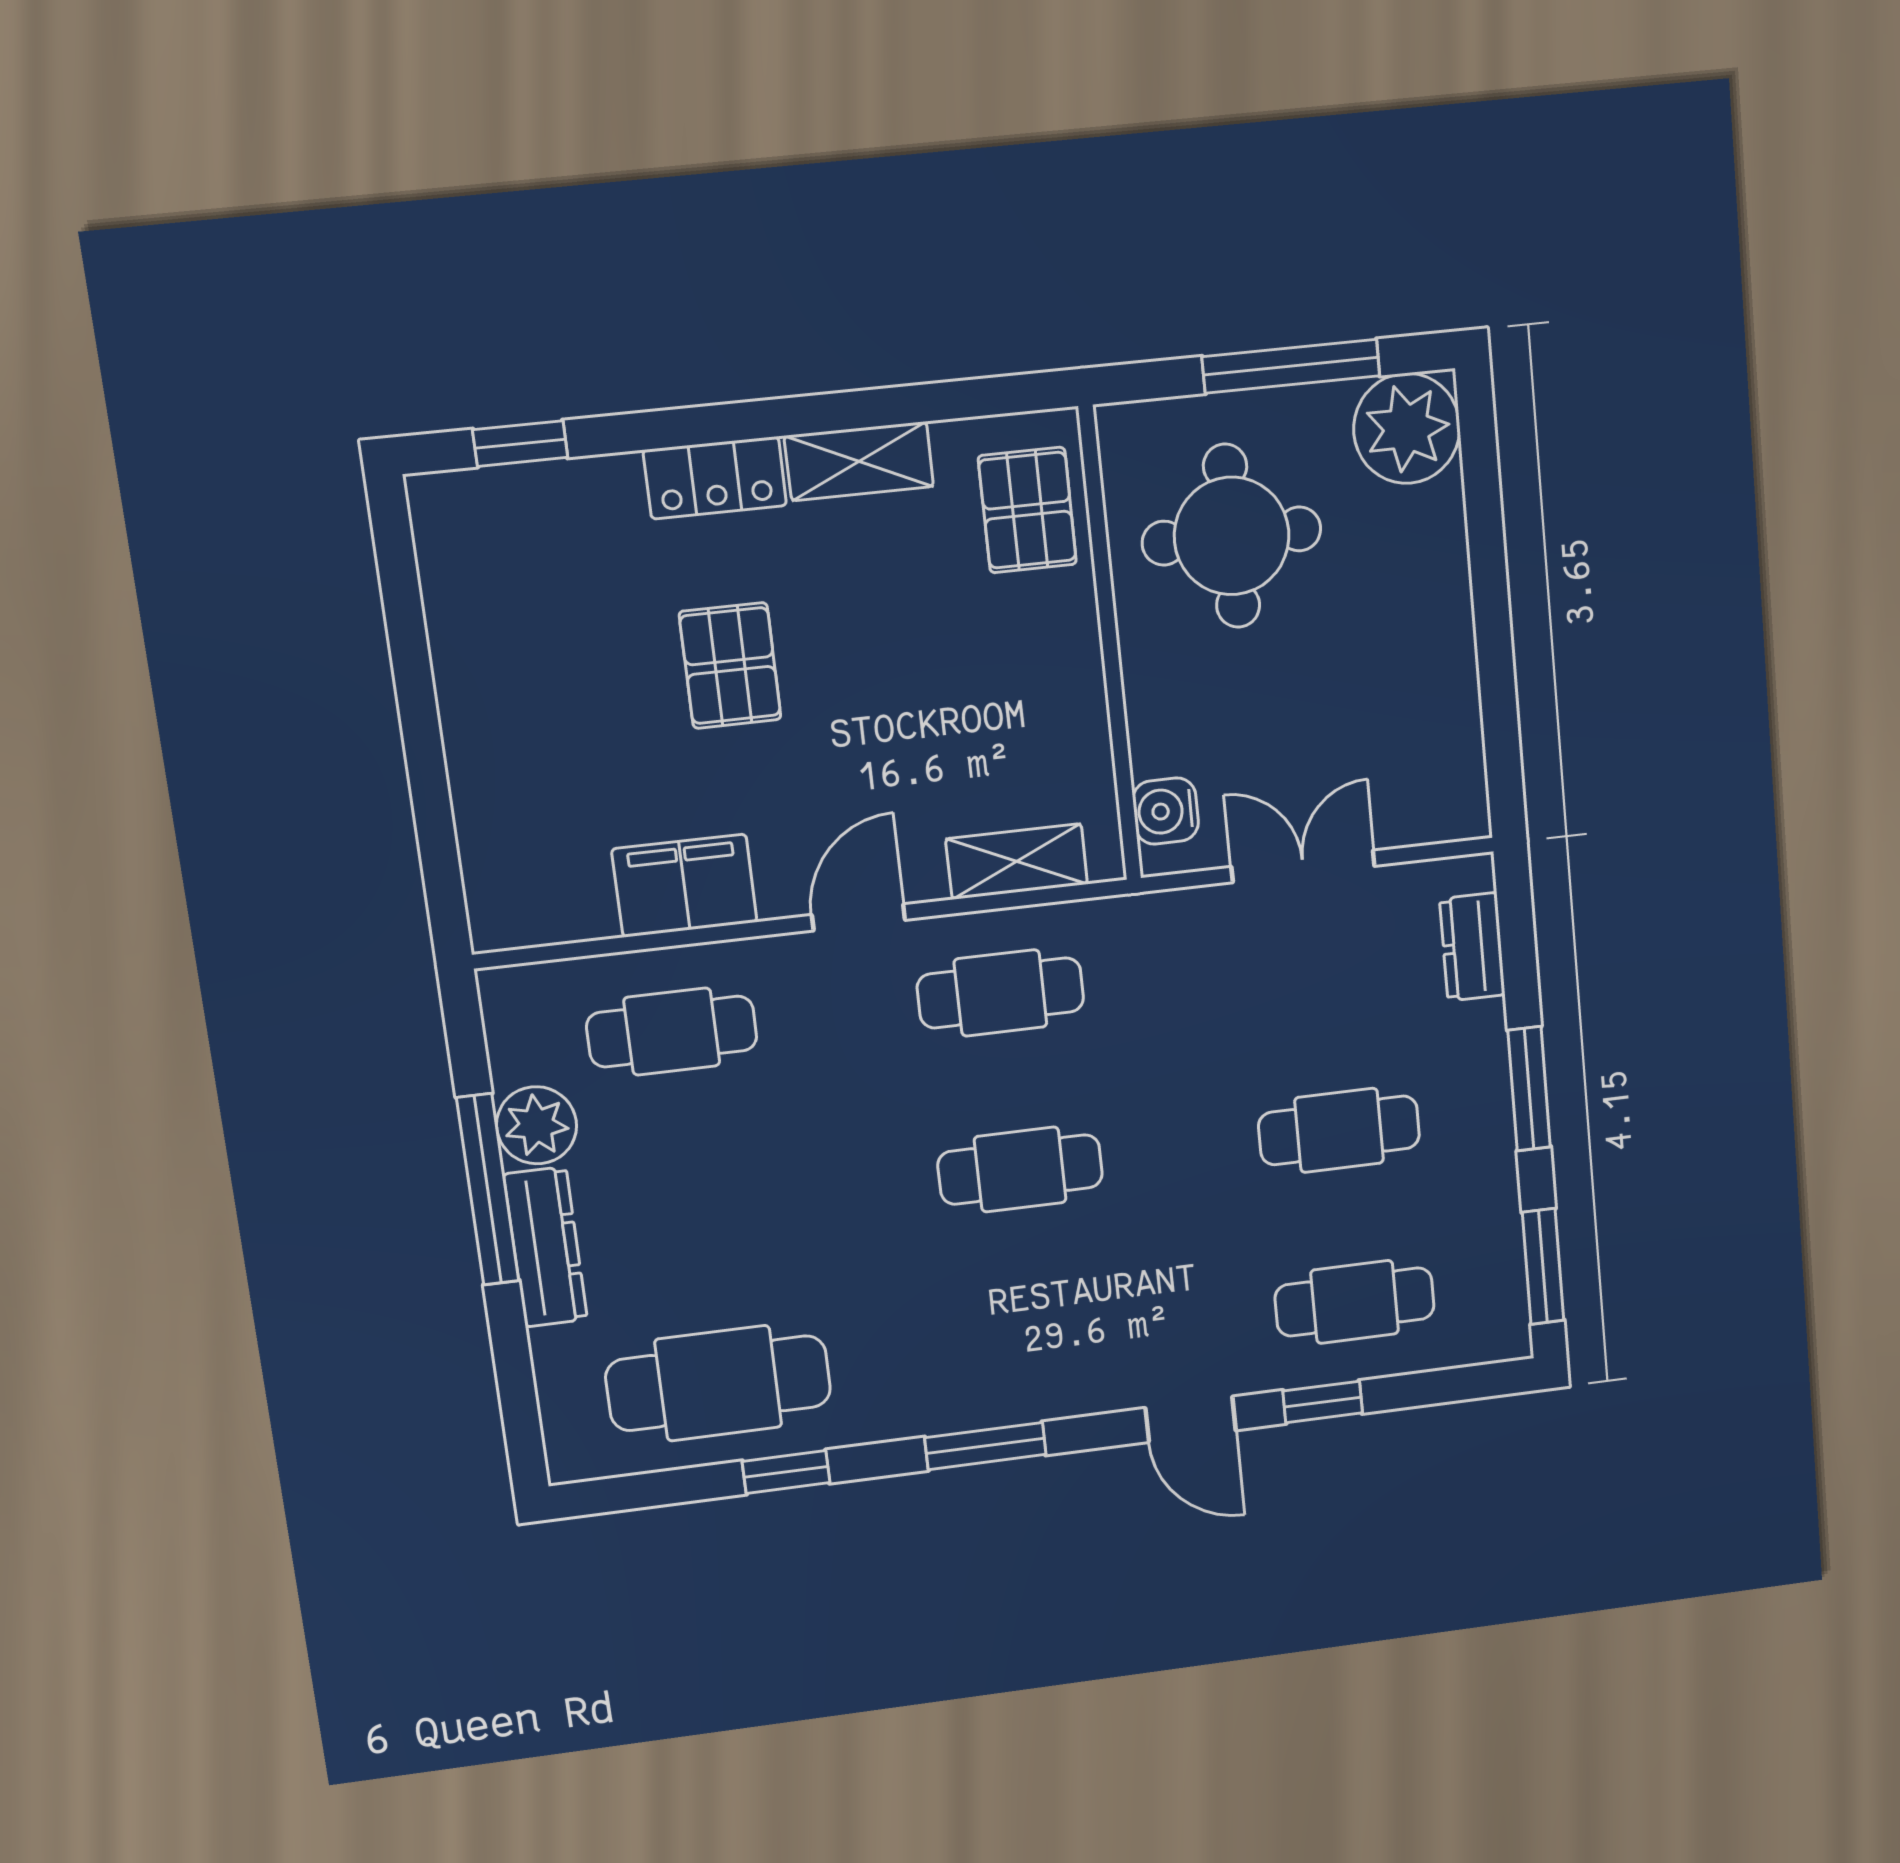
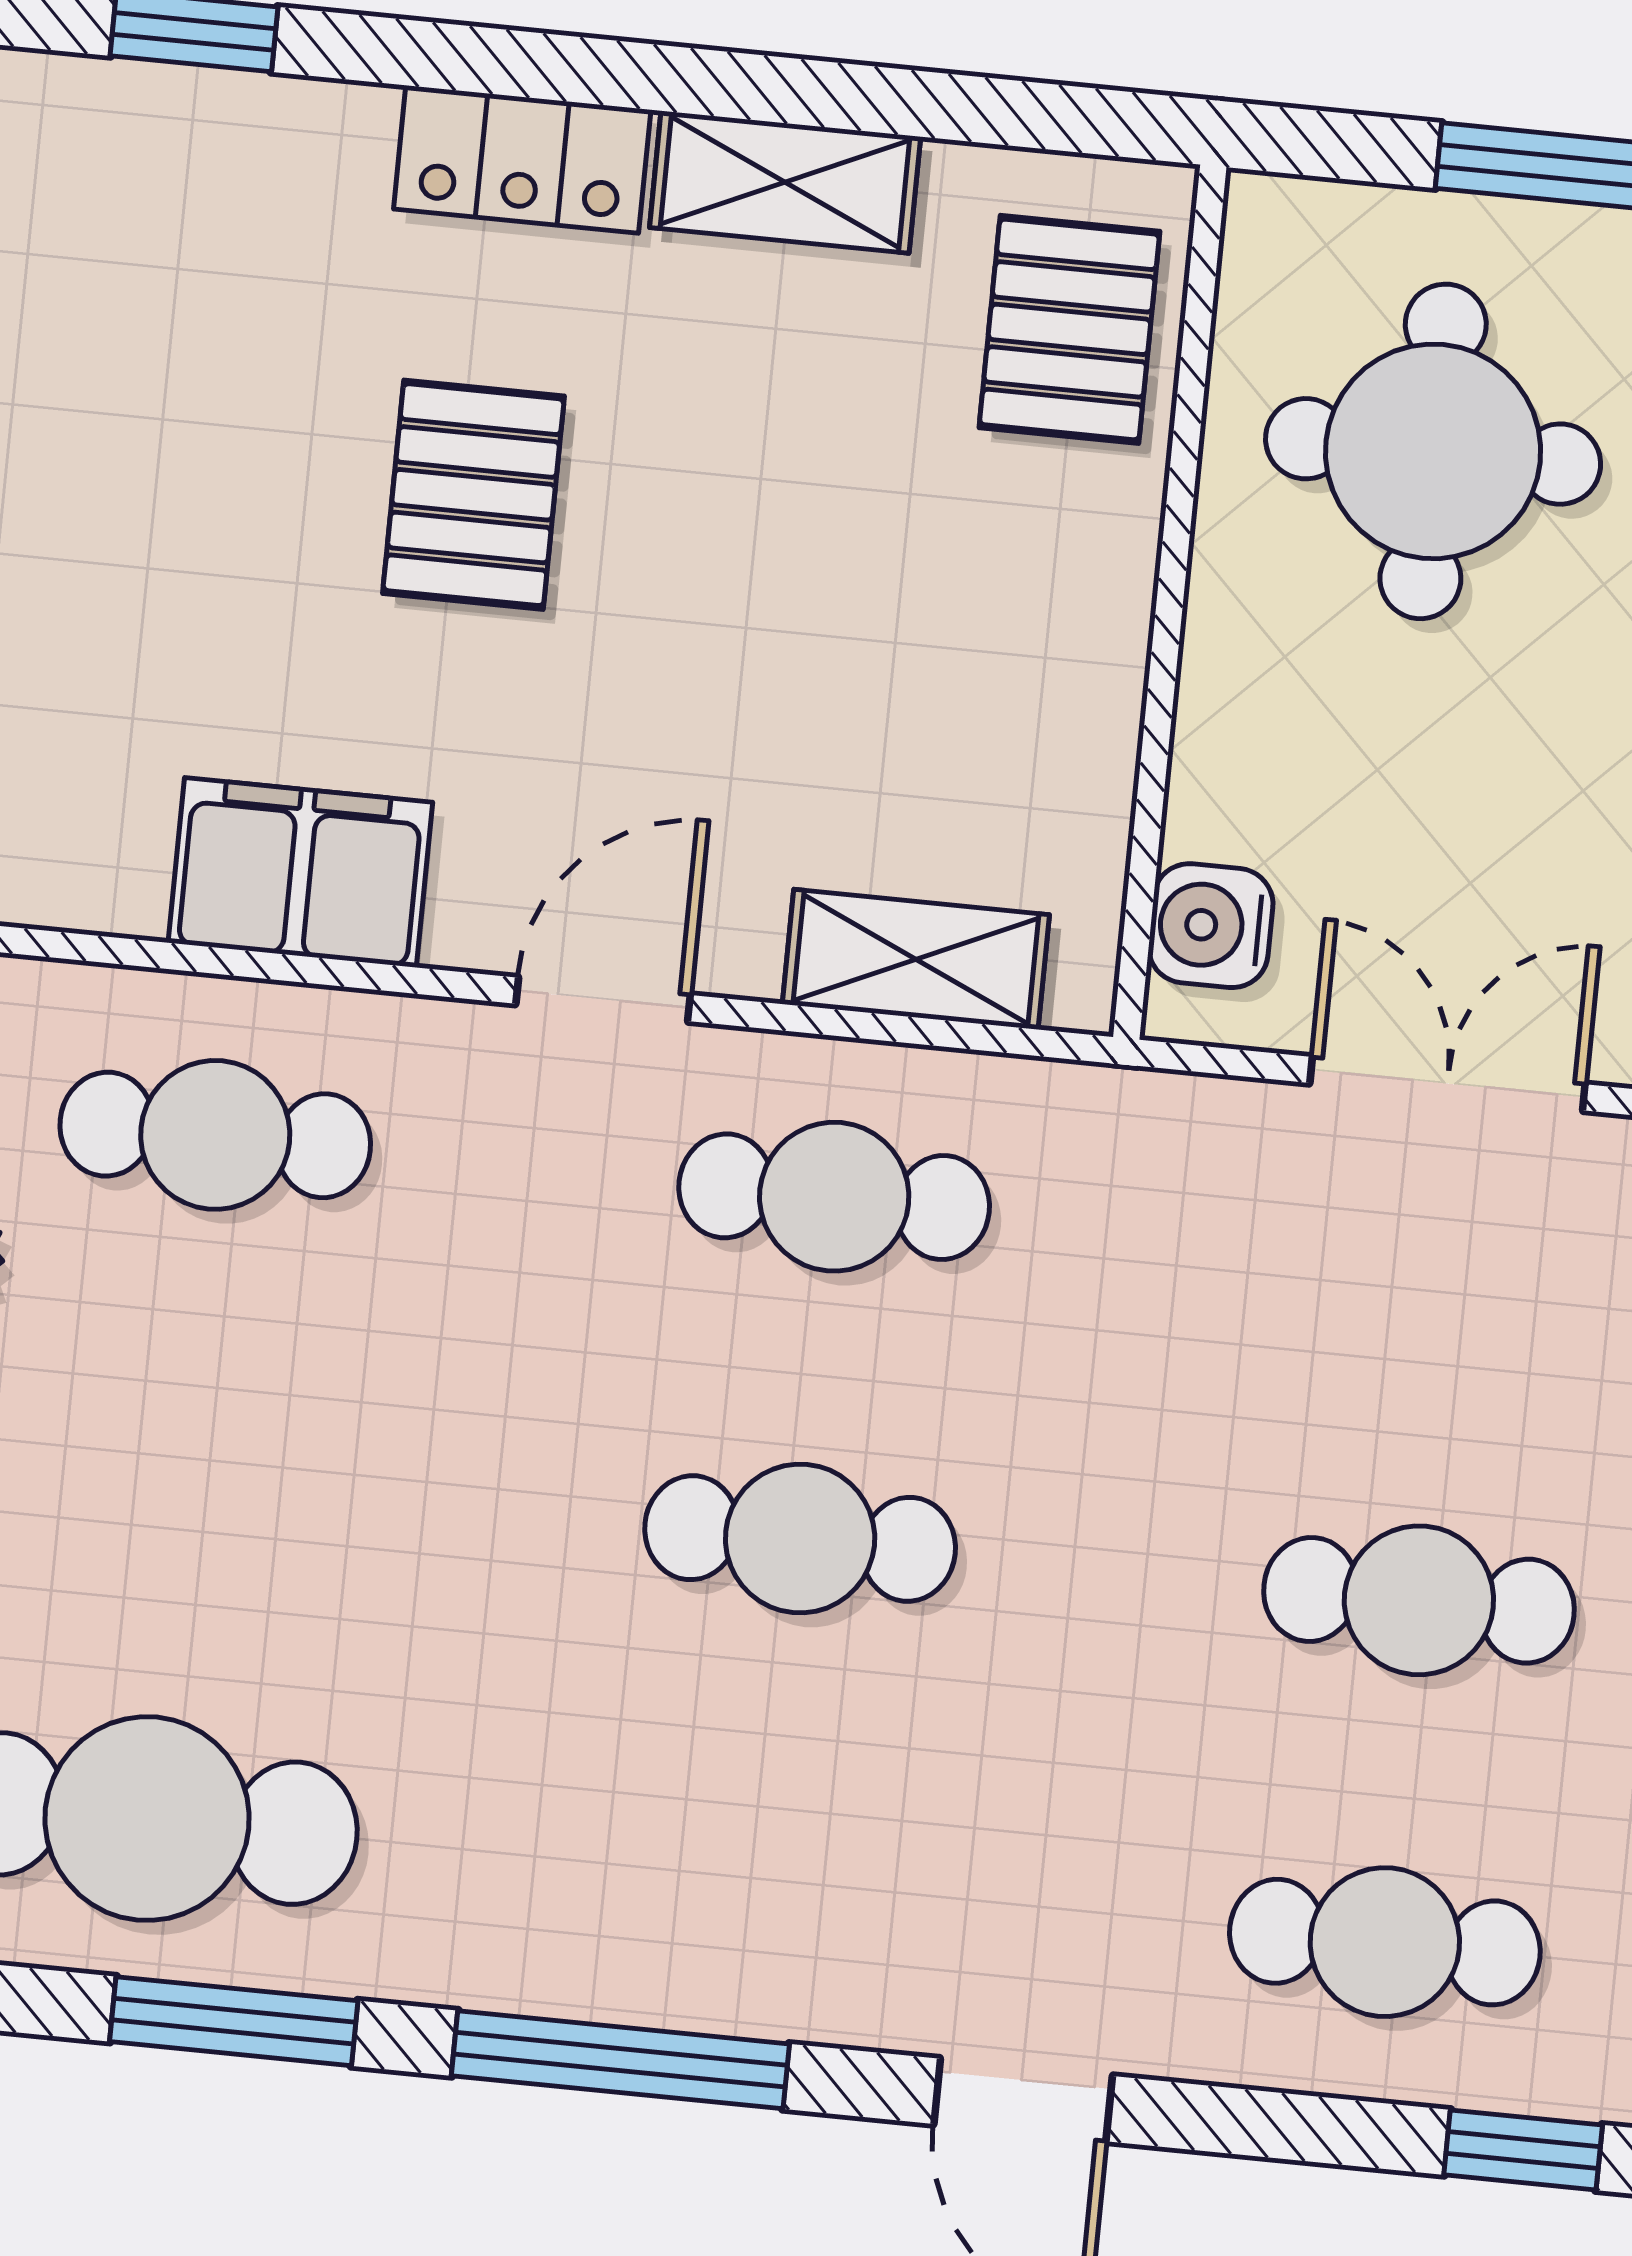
window: (1323, 1402) -> (1523, 2150), moved
window: (985, 1446) -> (620, 2060), width x1.44
window: (786, 1472) -> (234, 2021), width x1.50

